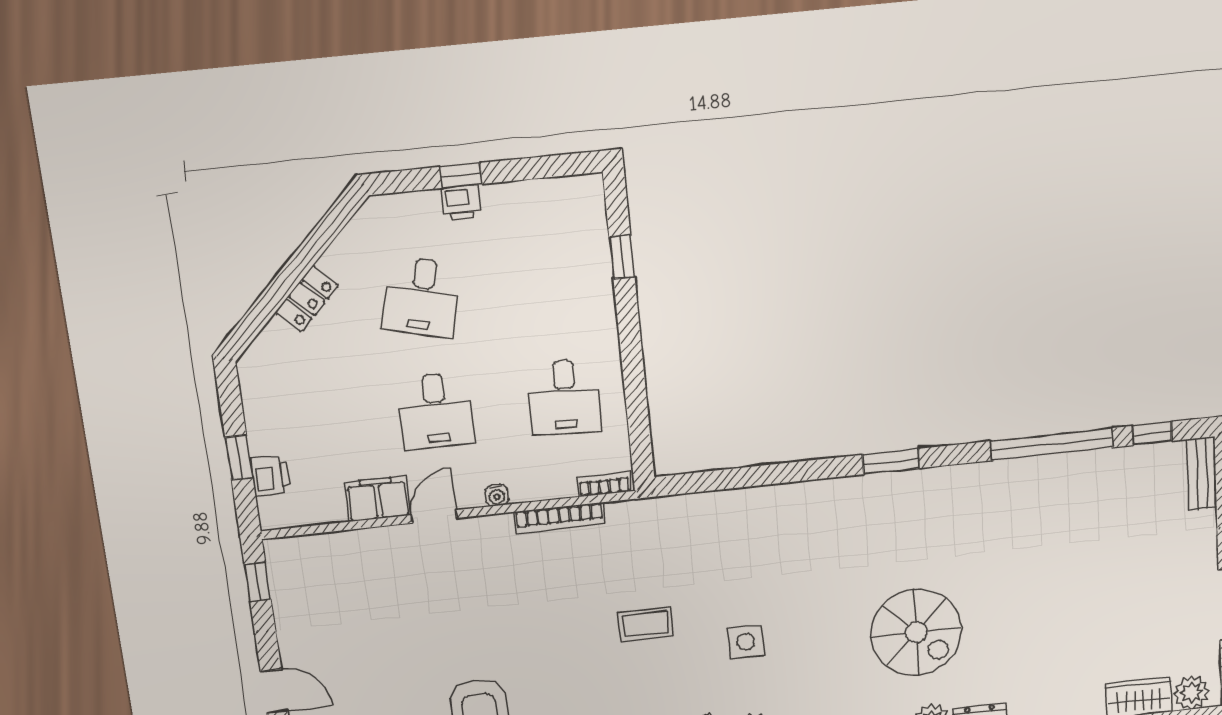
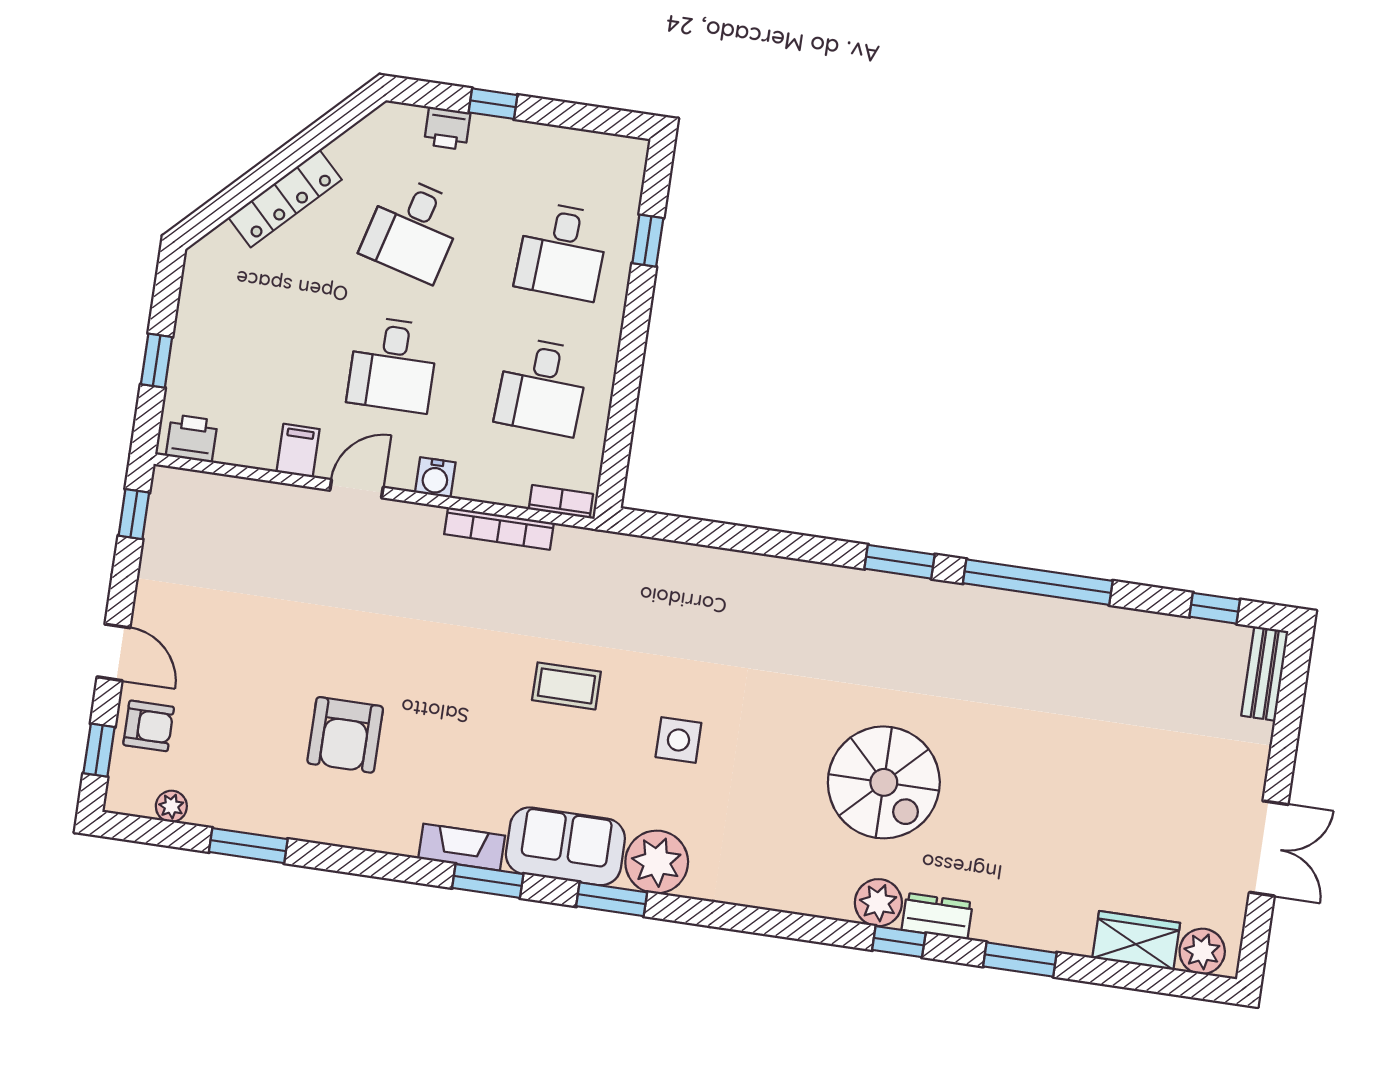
printer: (461, 203) -> (447, 128), moved
desk: (552, 284) -> (562, 251), added
locker: (307, 299) -> (285, 199), width x1.53
window: (1052, 444) -> (1038, 582), moved
printer: (270, 475) -> (192, 438), moved, turned -90
water cooler: (497, 495) -> (435, 477), width x1.38, depth x1.38
filing cabinet: (377, 499) -> (298, 451), width x0.50

